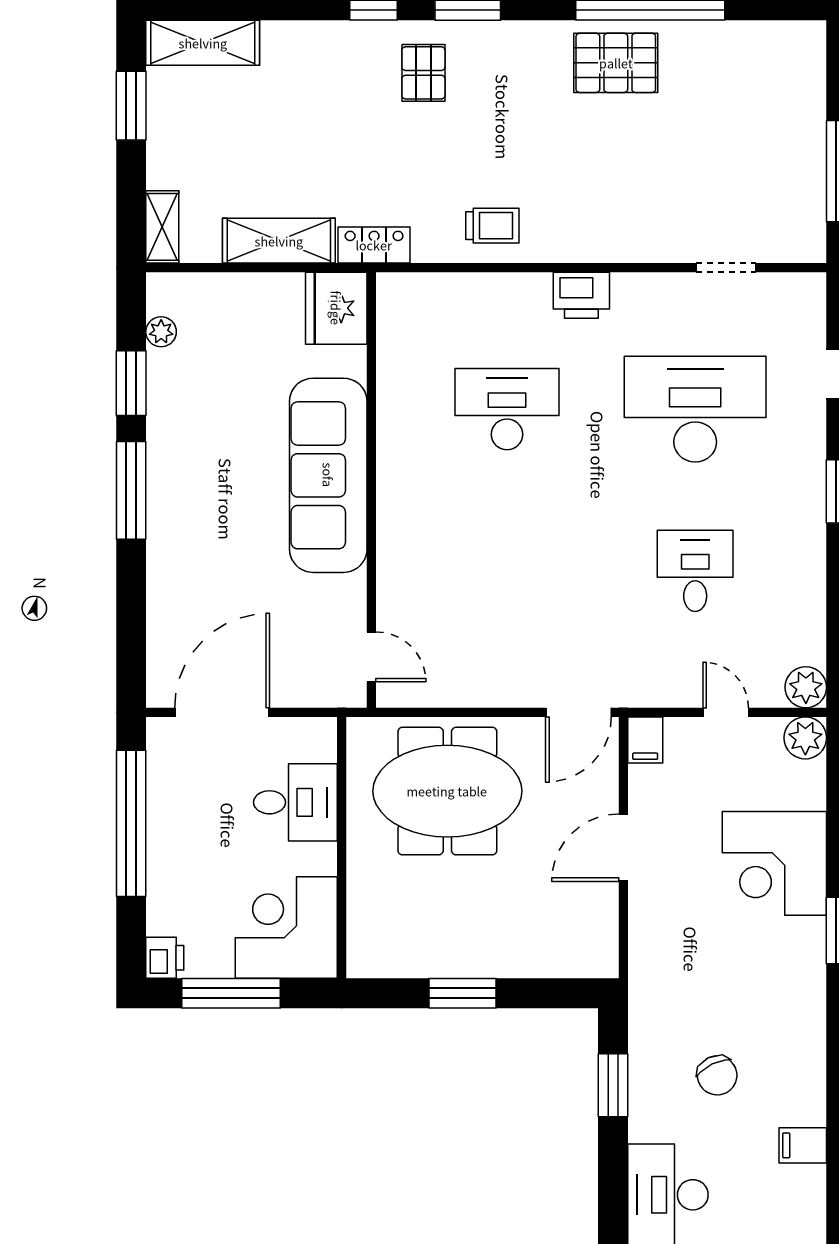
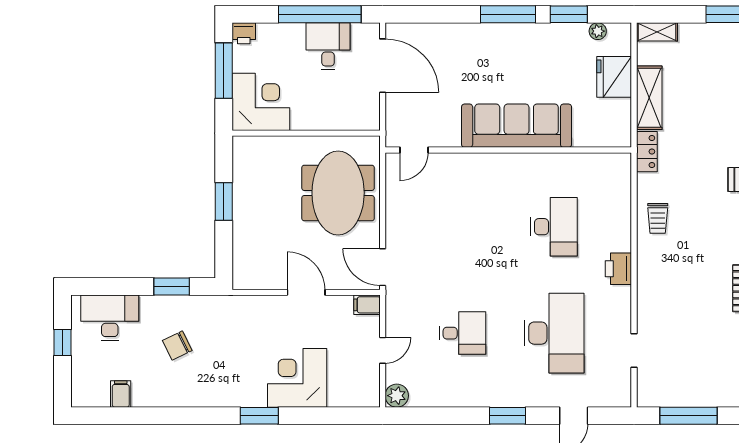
fridge: (336, 308) -> (614, 77), moved, turned -90
plant: (805, 738) -> (368, 395), removed
desk: (295, 802) -> (328, 46), moved, turned 180
filing cabinet: (803, 1145) -> (121, 394), moved

